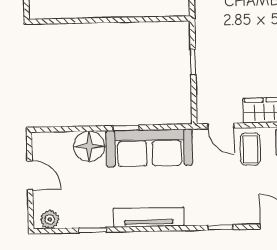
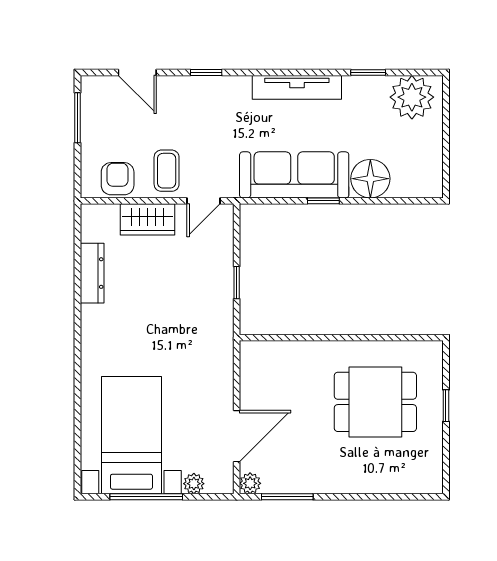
door: (221, 126) -> (203, 201), swing flipped
door: (30, 175) -> (446, 144), removed
plant: (50, 220) -> (412, 97), width x1.87, depth x1.87

